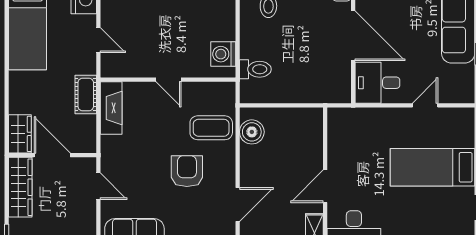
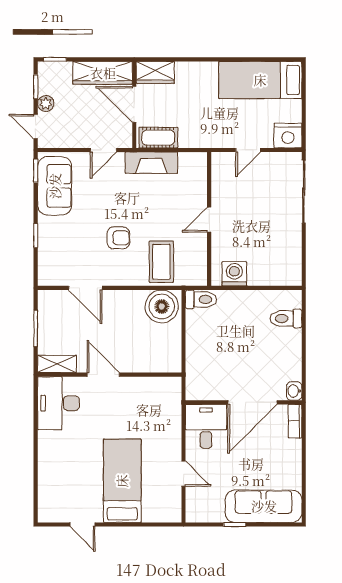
toilet: (255, 69) -> (201, 299), moved, turned -90
cot: (86, 94) -> (158, 138), moved
fireplace: (111, 108) -> (151, 163), moved
boiler: (252, 132) -> (162, 306), width x1.37, depth x1.37
door: (52, 155) -> (134, 104), swing flipped
armchair: (187, 171) -> (118, 238), width x0.72, depth x0.72

